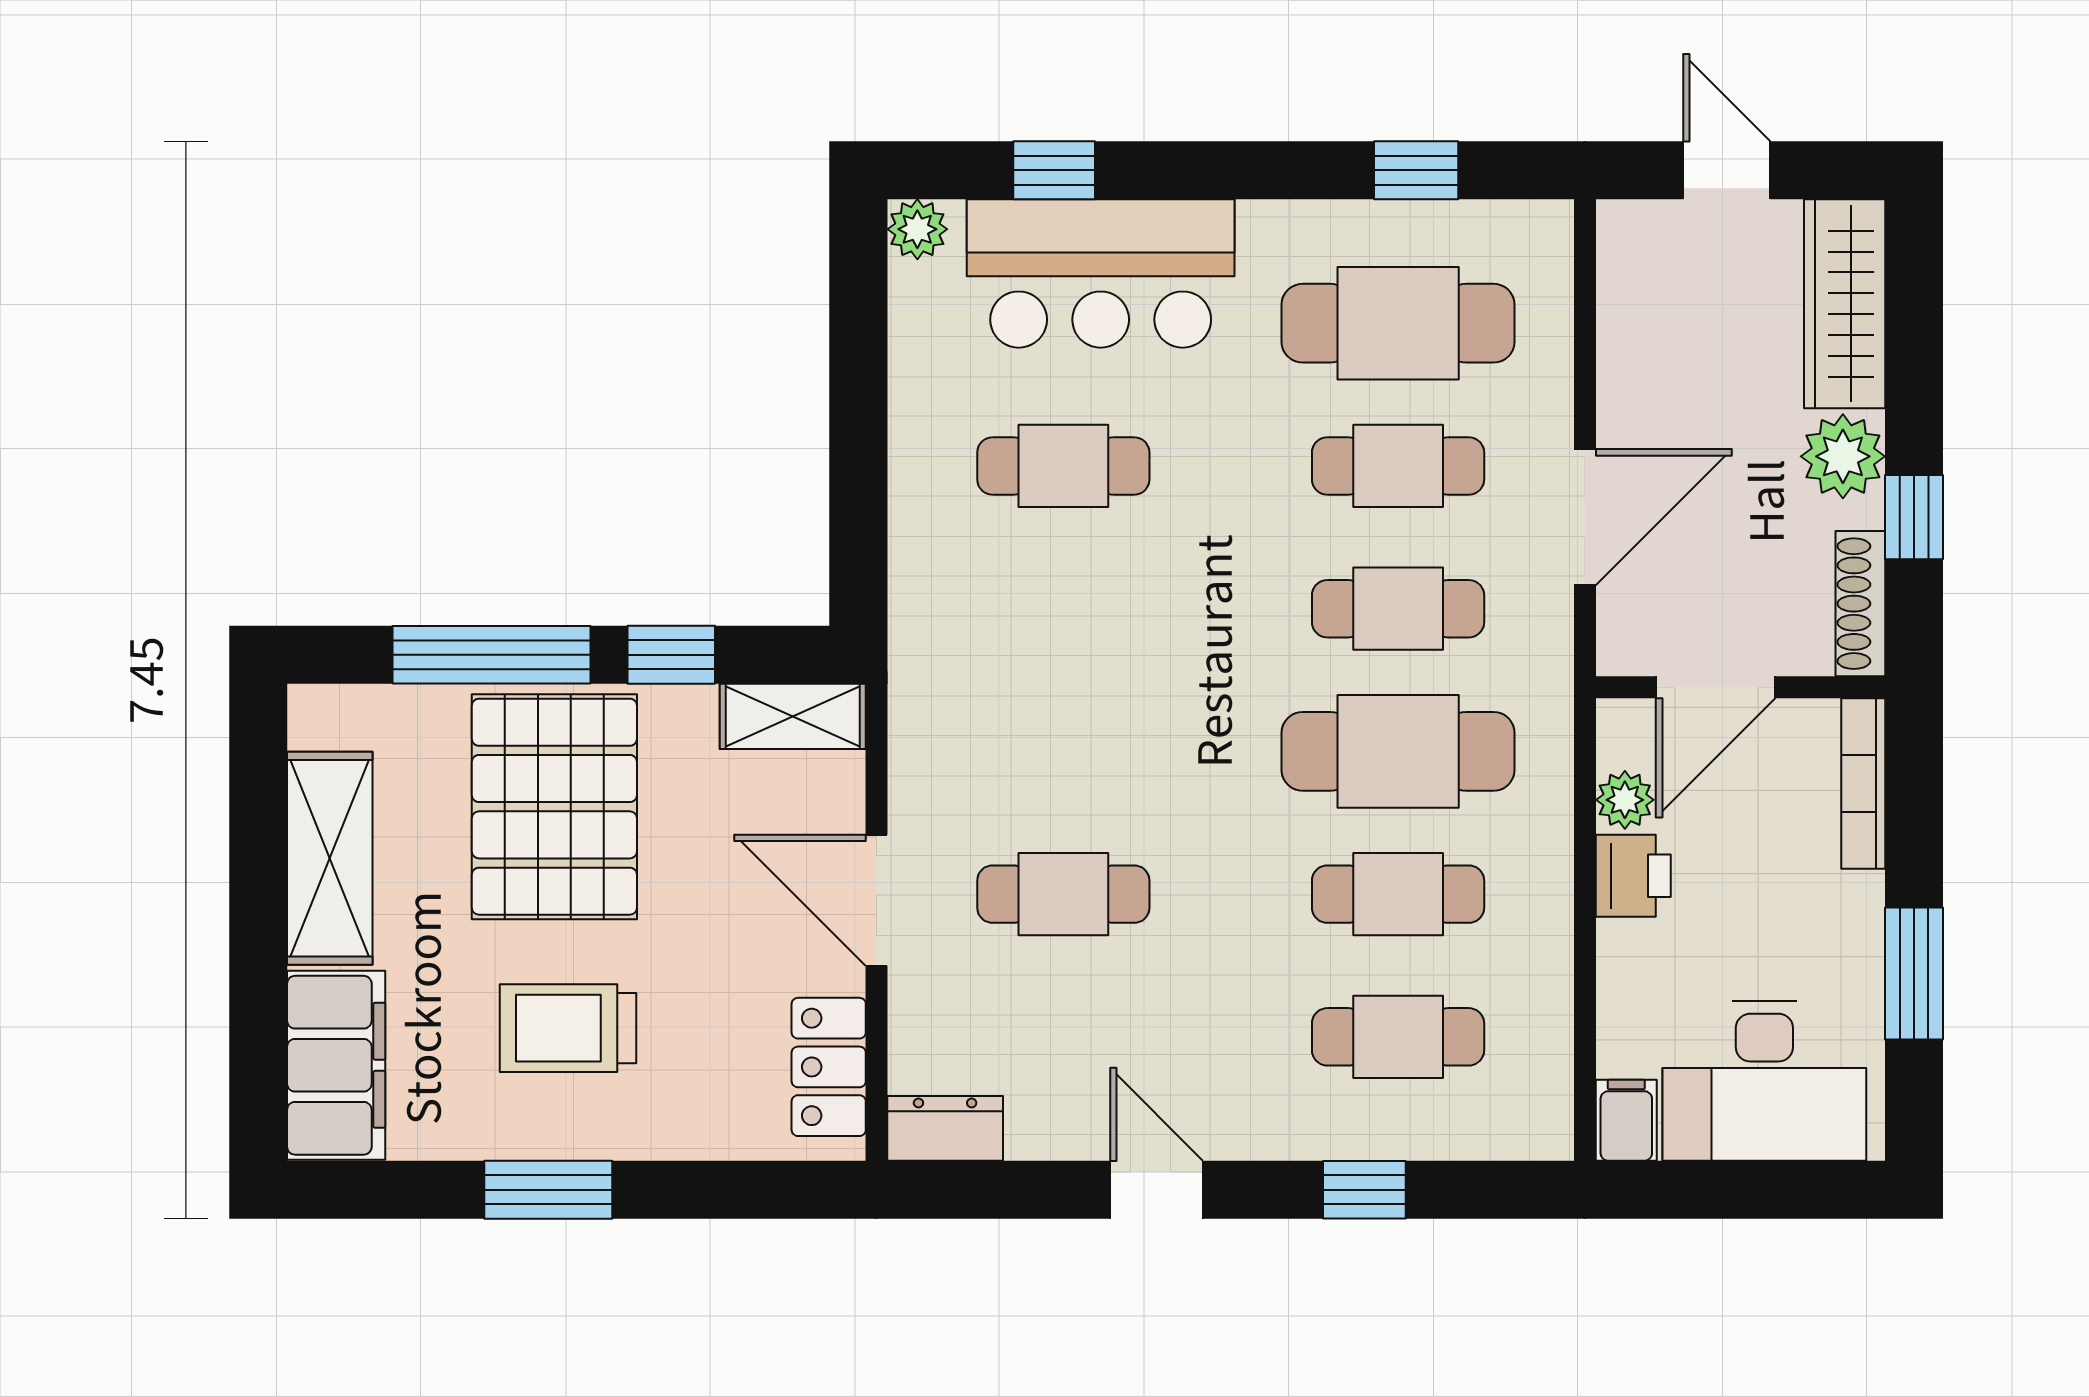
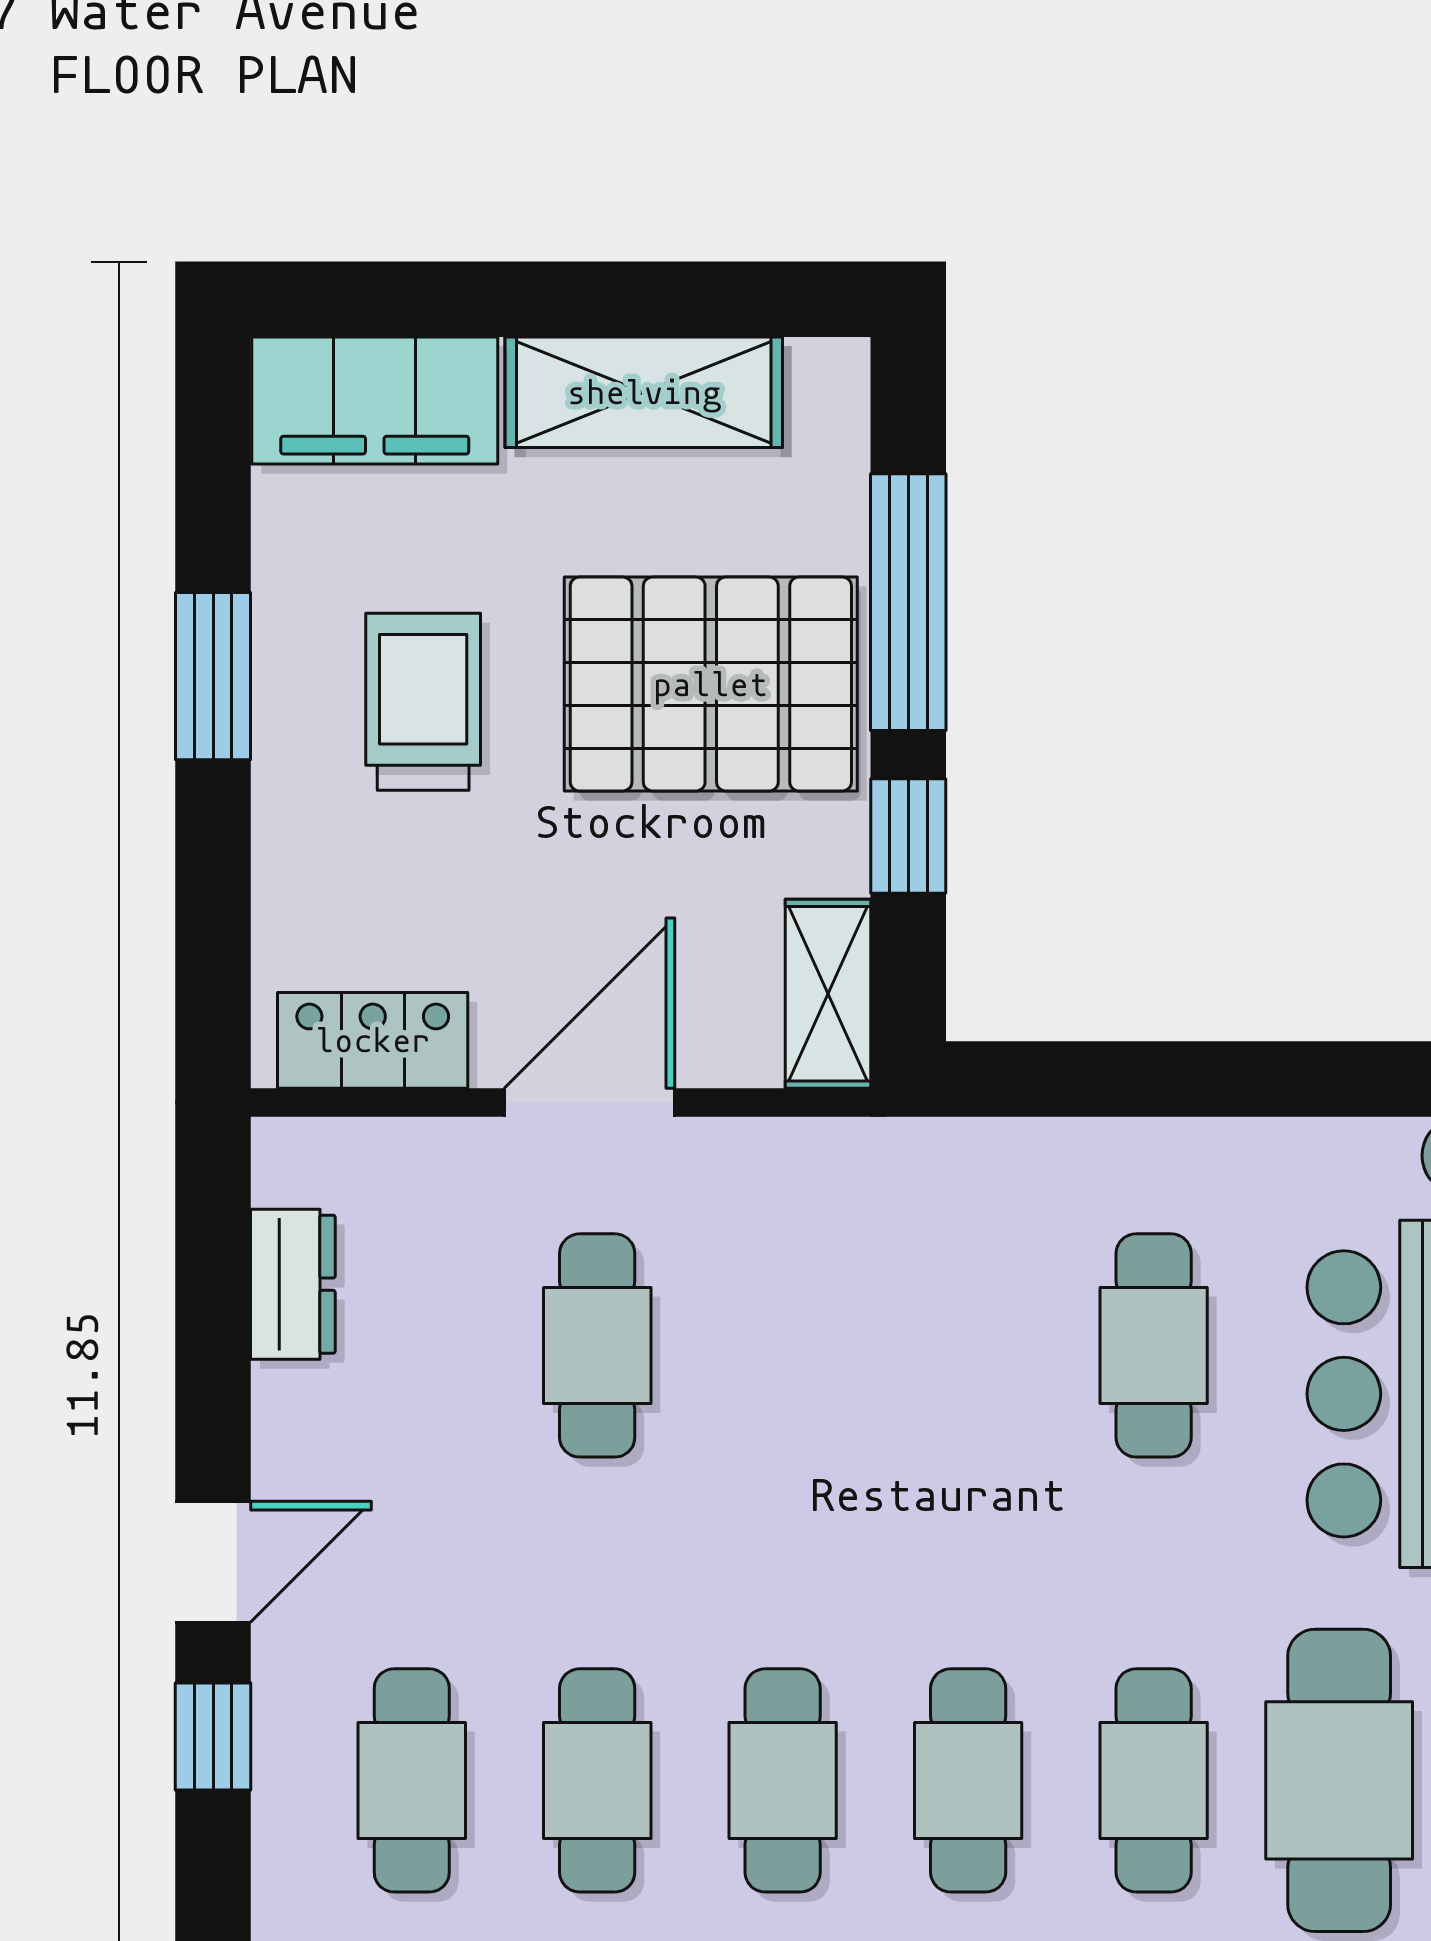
cafe table: (1398, 751) -> (783, 1780), width x0.73, depth x0.74
dresser: (945, 1128) -> (293, 1284), moved
door: (1156, 1190) -> (213, 1562), moved

